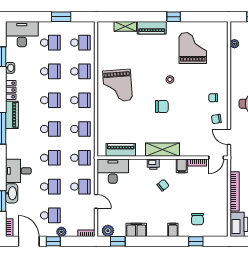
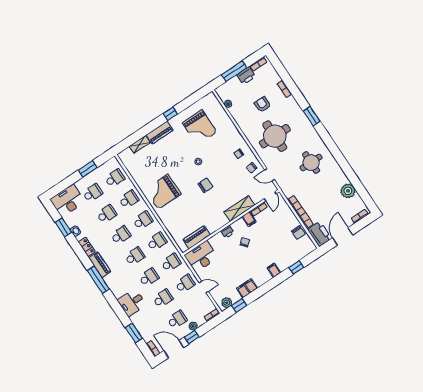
grand piano: (193, 48) -> (200, 127), turned 180
grand piano: (118, 86) -> (163, 192), turned 94
shelving: (163, 150) -> (239, 209), moved
washbasin: (12, 193) -> (138, 322), removed
chair: (197, 219) -> (298, 233), moved

